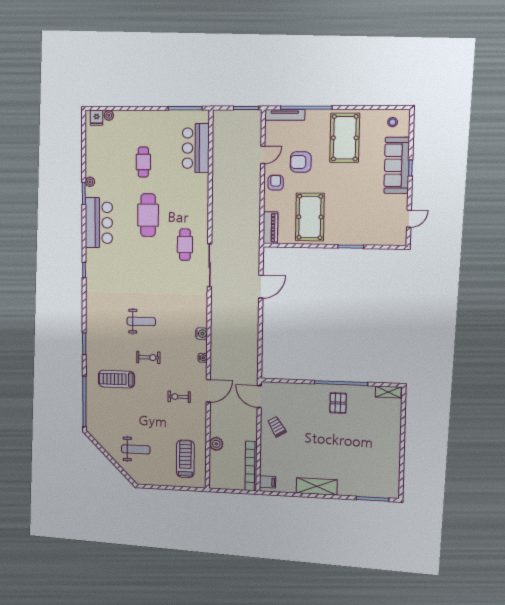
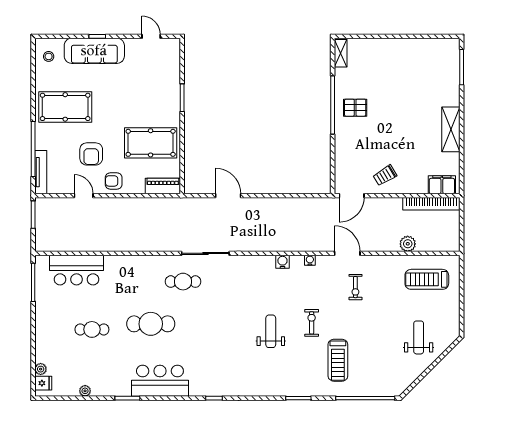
plant: (90, 182) -> (85, 391), moved
filing cabinet: (268, 482) -> (442, 185), width x2.00

